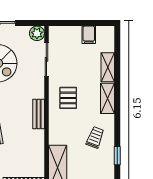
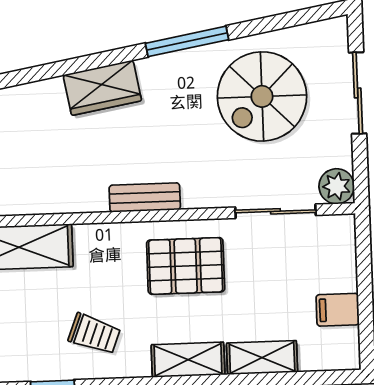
pallet: (68, 98) -> (186, 266), width x1.50, depth x1.42

